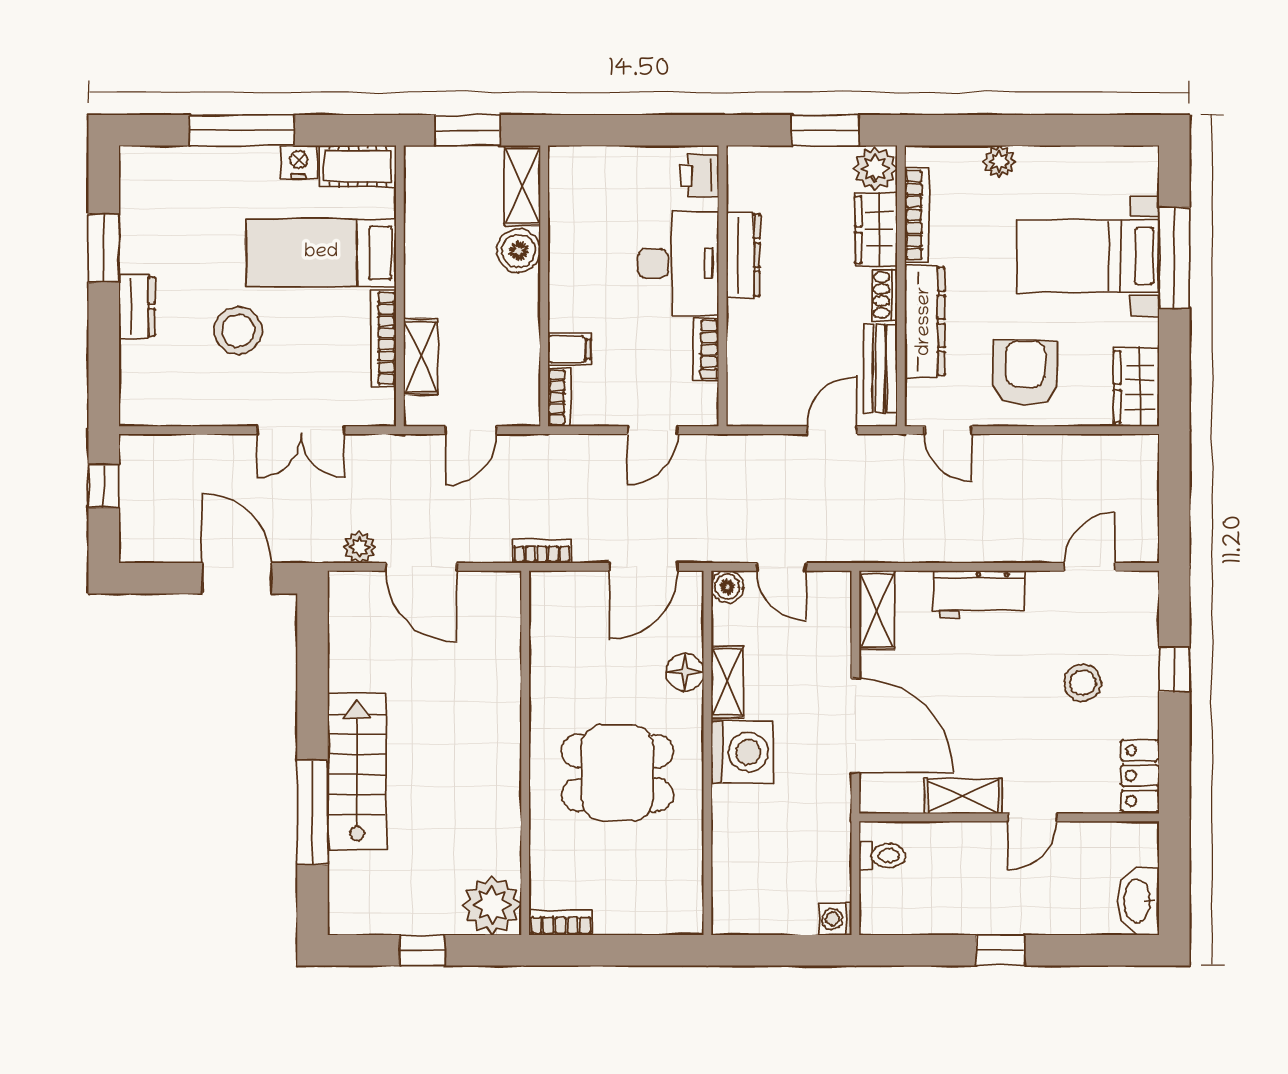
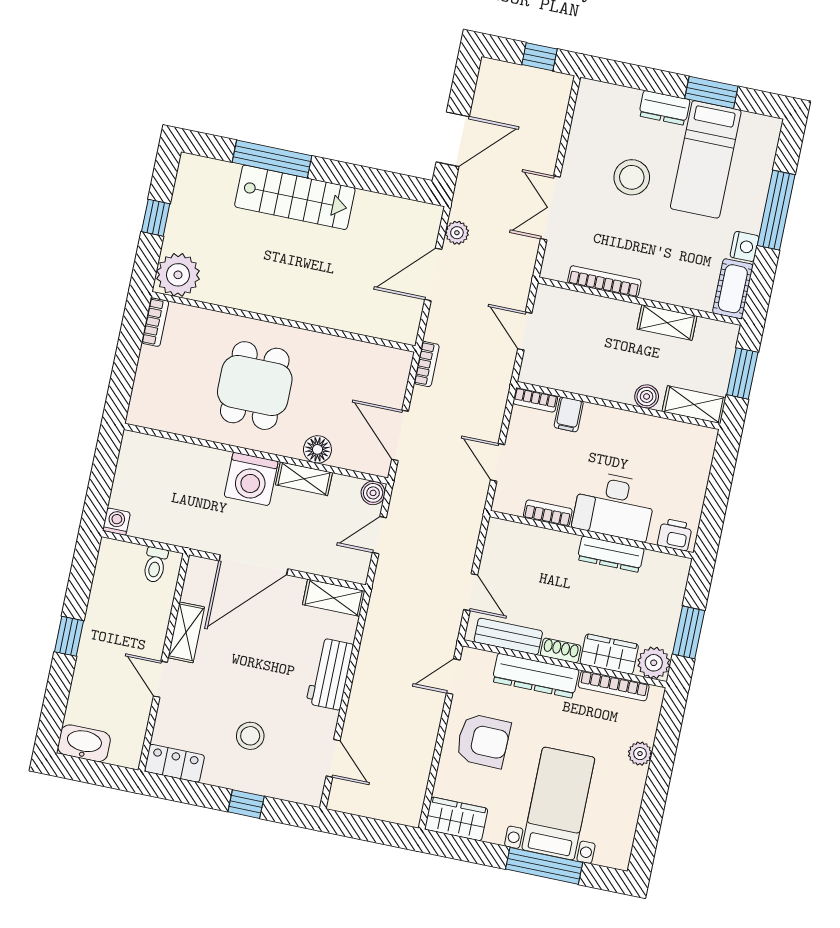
boiler: (519, 251) -> (647, 396), width x0.73, depth x0.73
bed: (321, 253) -> (706, 159), moved, turned 180
shelving: (421, 357) -> (667, 322), moved

